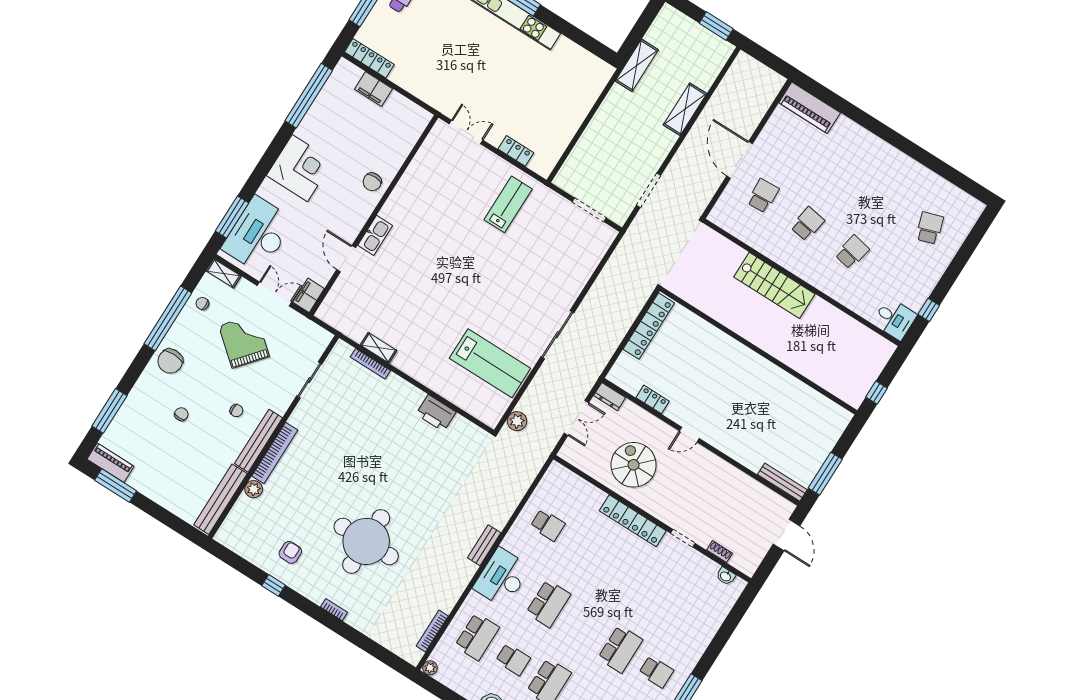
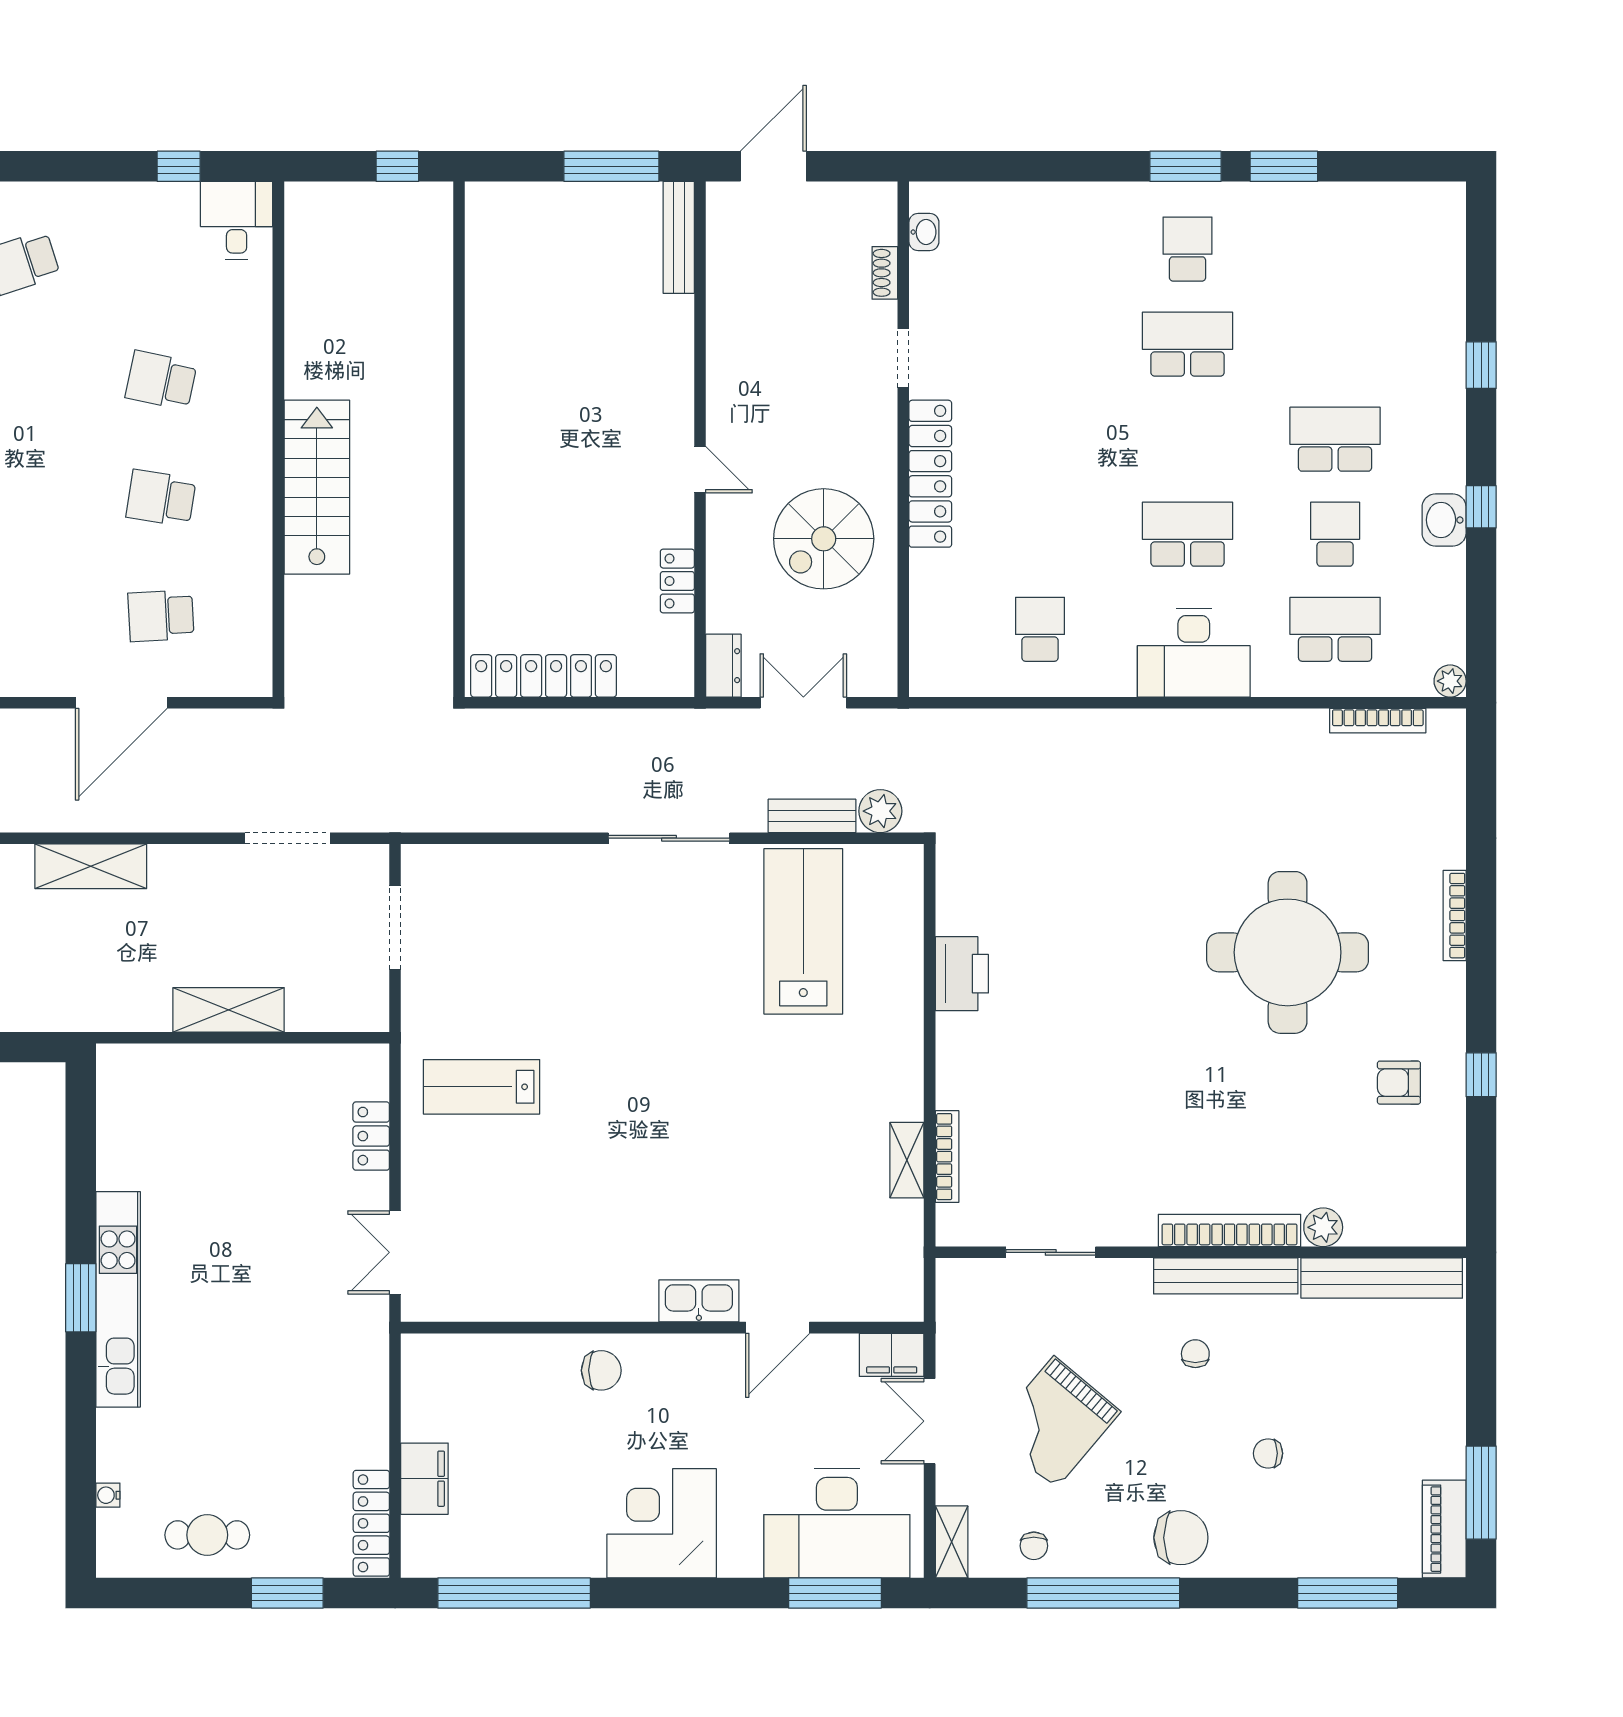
shelving: (637, 65) -> (229, 1010), moved
bench: (484, 545) -> (812, 816), moved
bookcase: (334, 610) -> (1455, 916), width x1.56

